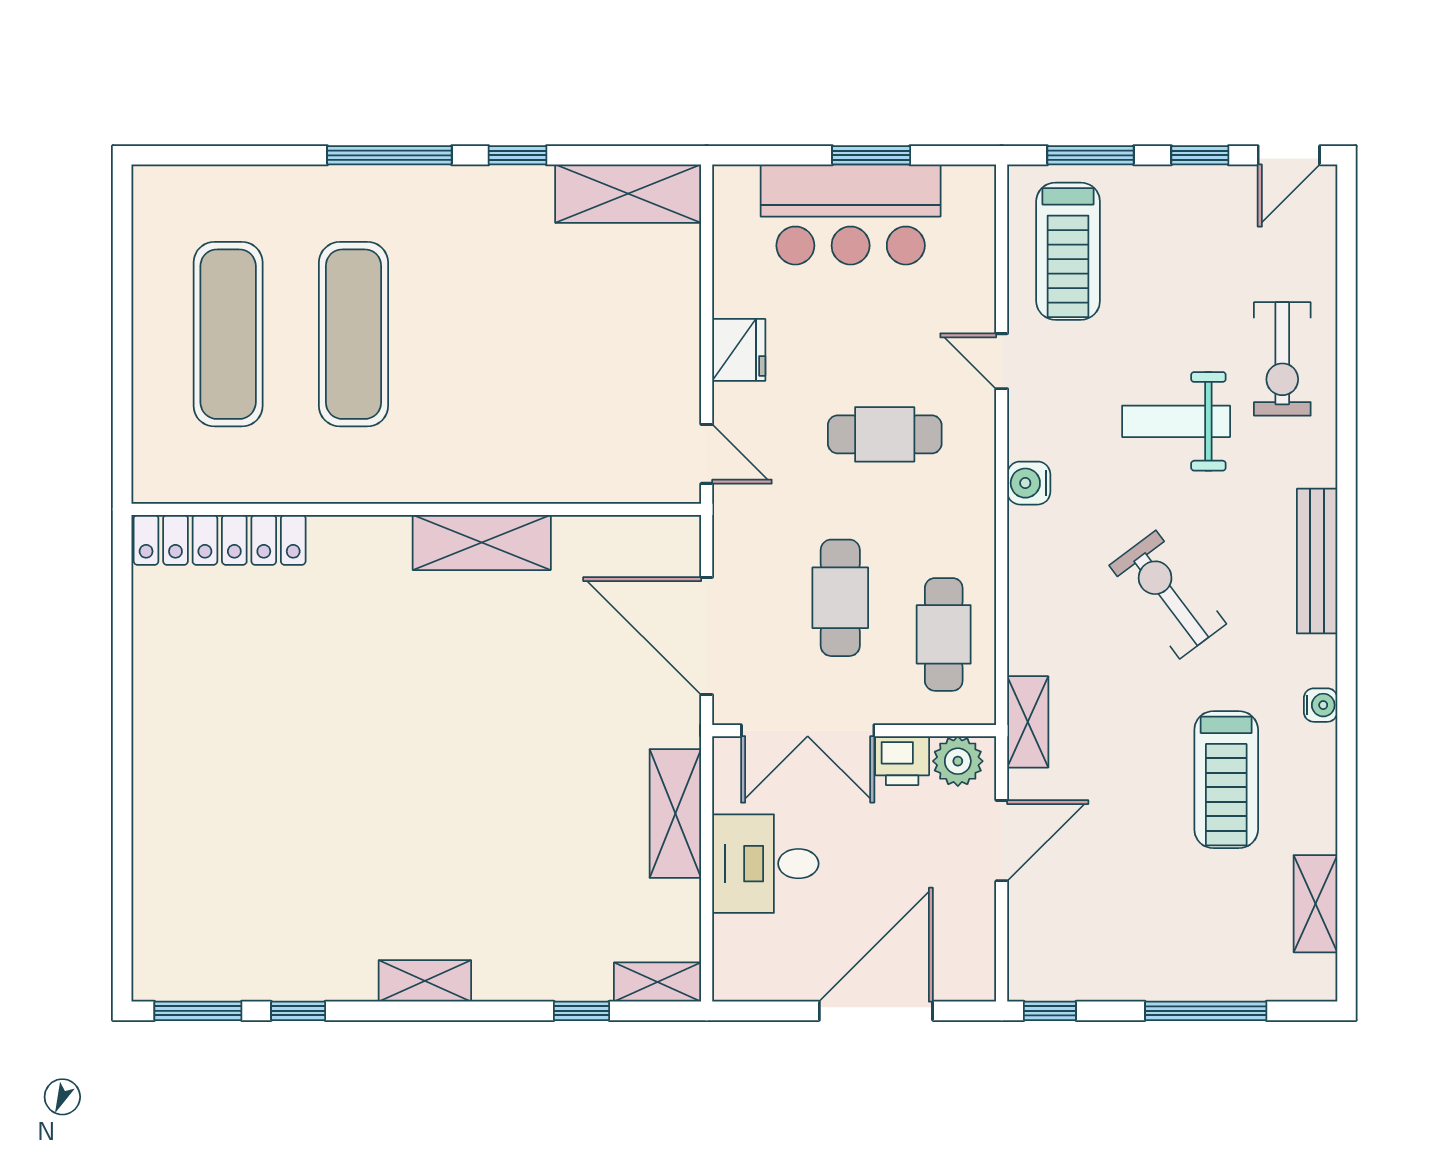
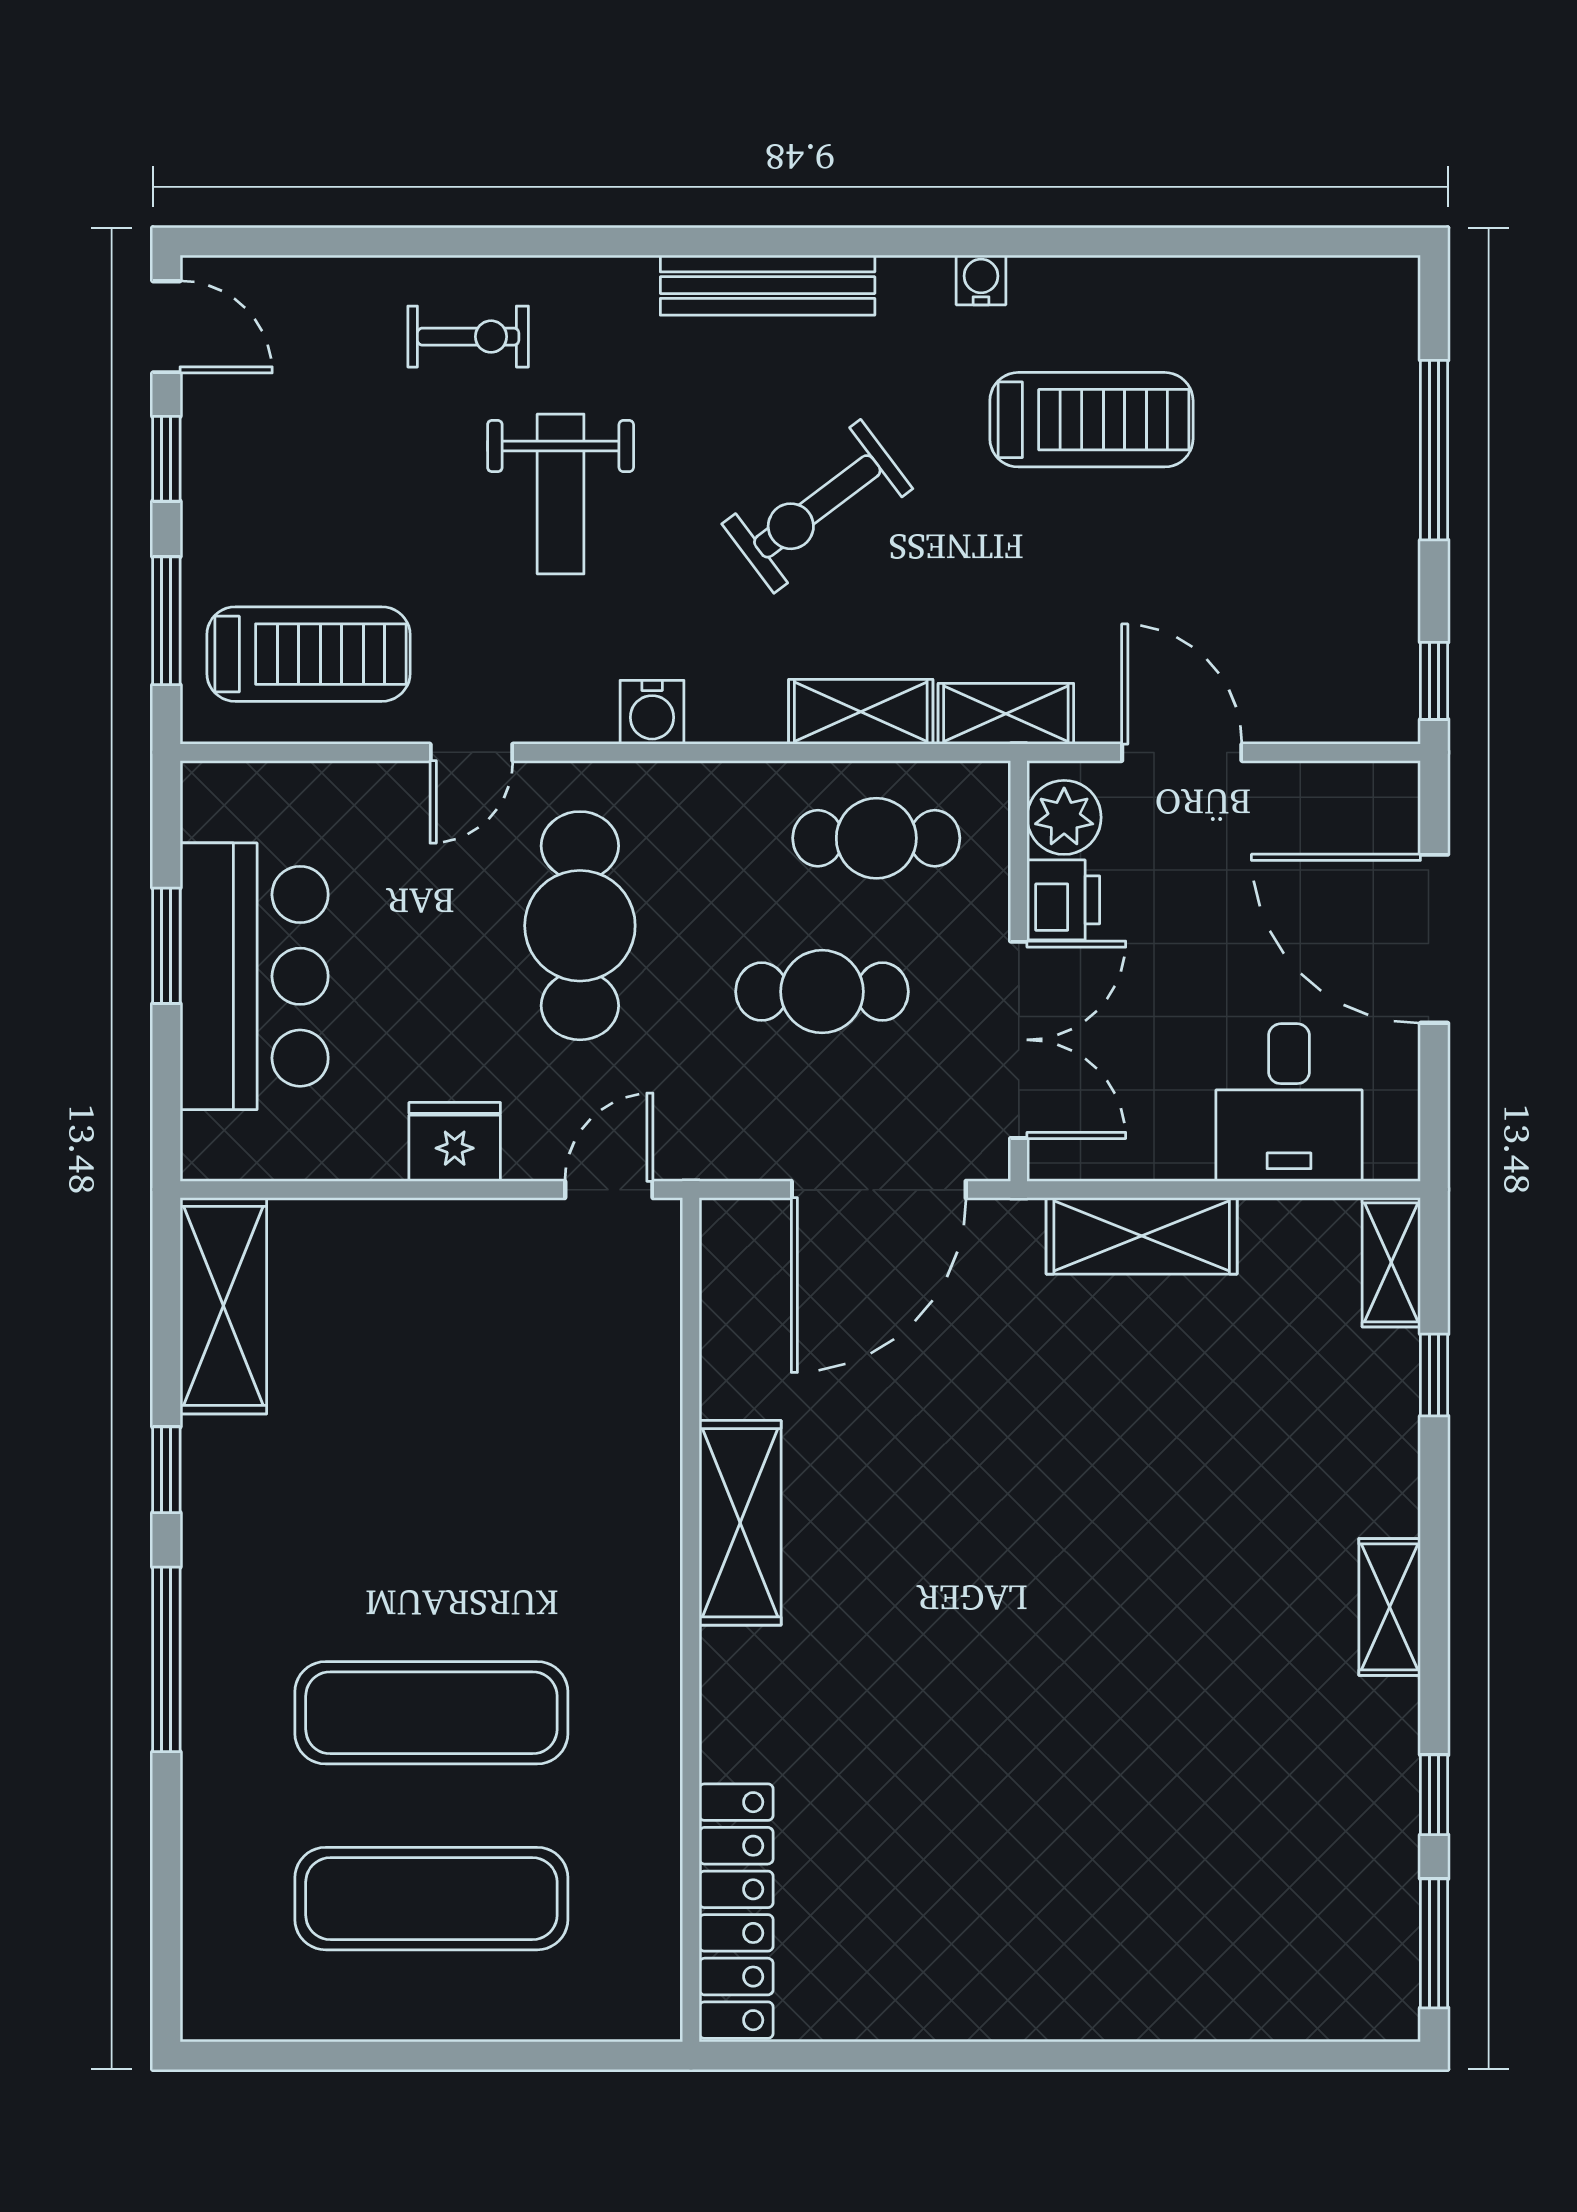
exercise bike: (1282, 359) -> (468, 337), width x0.73, depth x0.72
cafe table: (885, 434) -> (580, 926), width x1.37, depth x1.35
desk: (765, 864) -> (1289, 1103), moved
shelving: (1315, 904) -> (861, 712), moved

